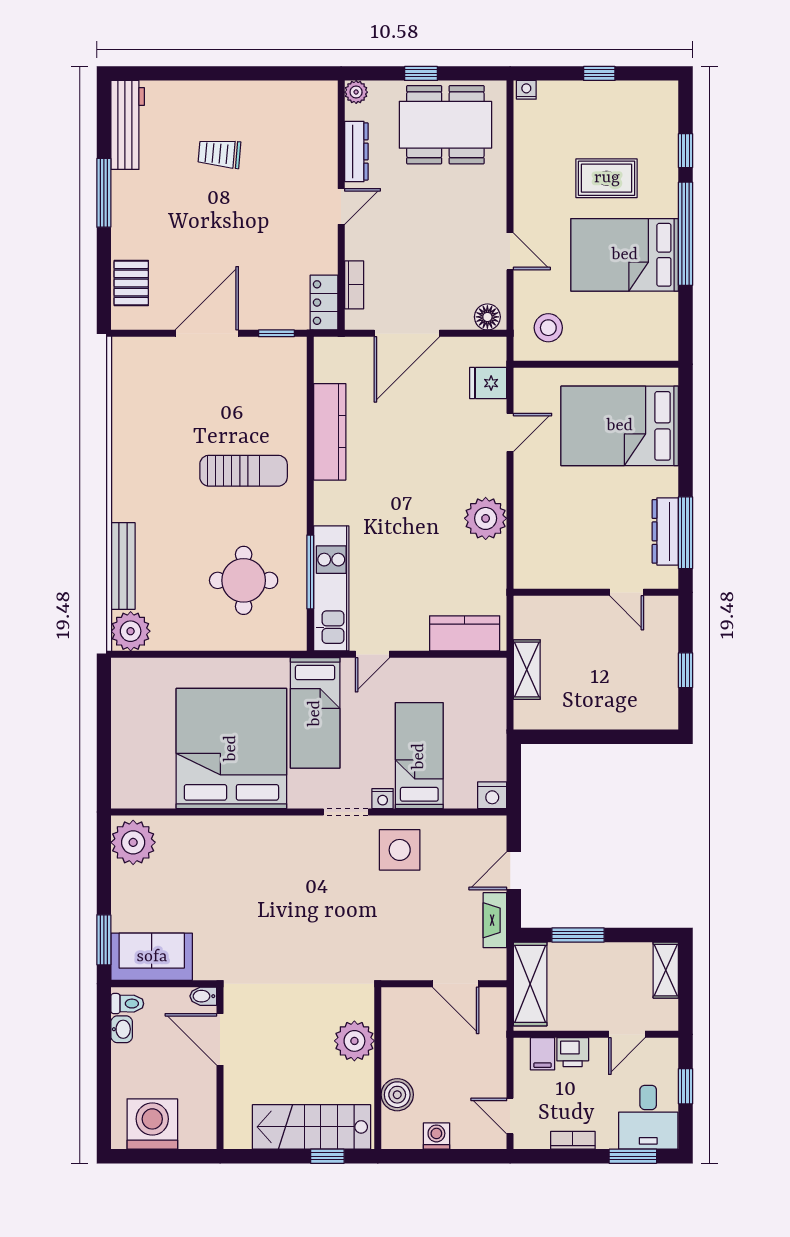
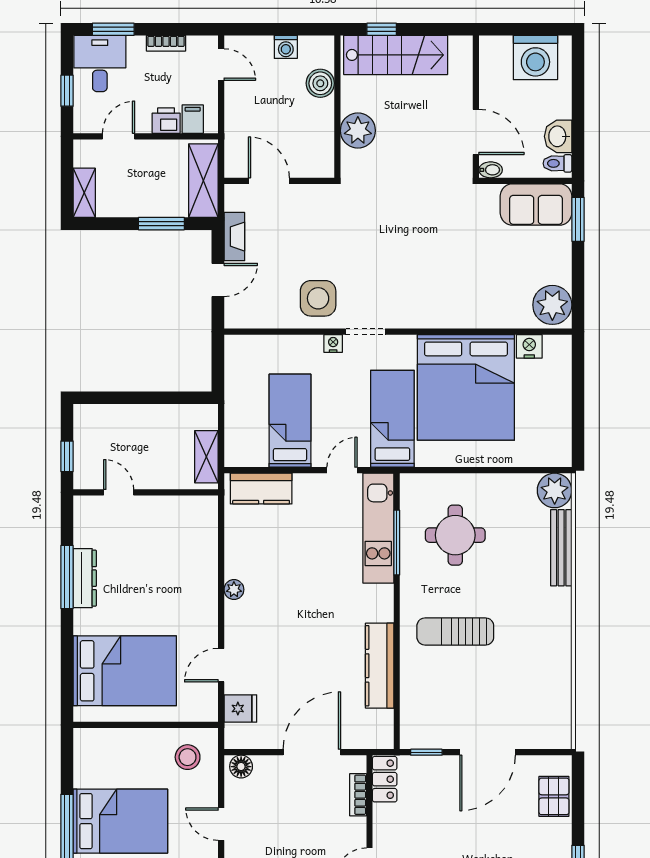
plant: (486, 518) -> (234, 590), width x0.53, depth x0.53
wall: (596, 592) -> (146, 492), moved
door: (627, 592) -> (119, 492), moved
bed: (419, 756) -> (290, 421), moved, turned 180
nightstand: (492, 795) -> (529, 346), moved
washbasin: (122, 1029) -> (558, 136), width x1.38, depth x1.45

